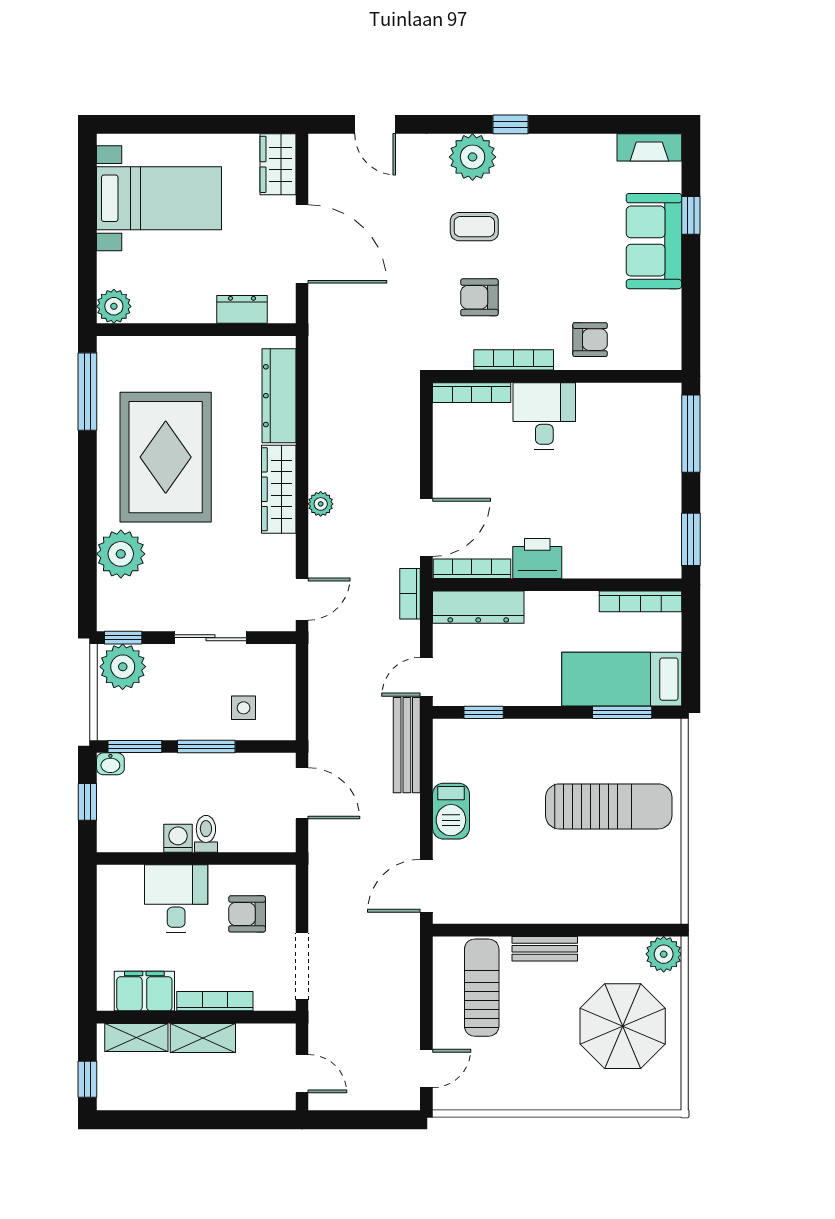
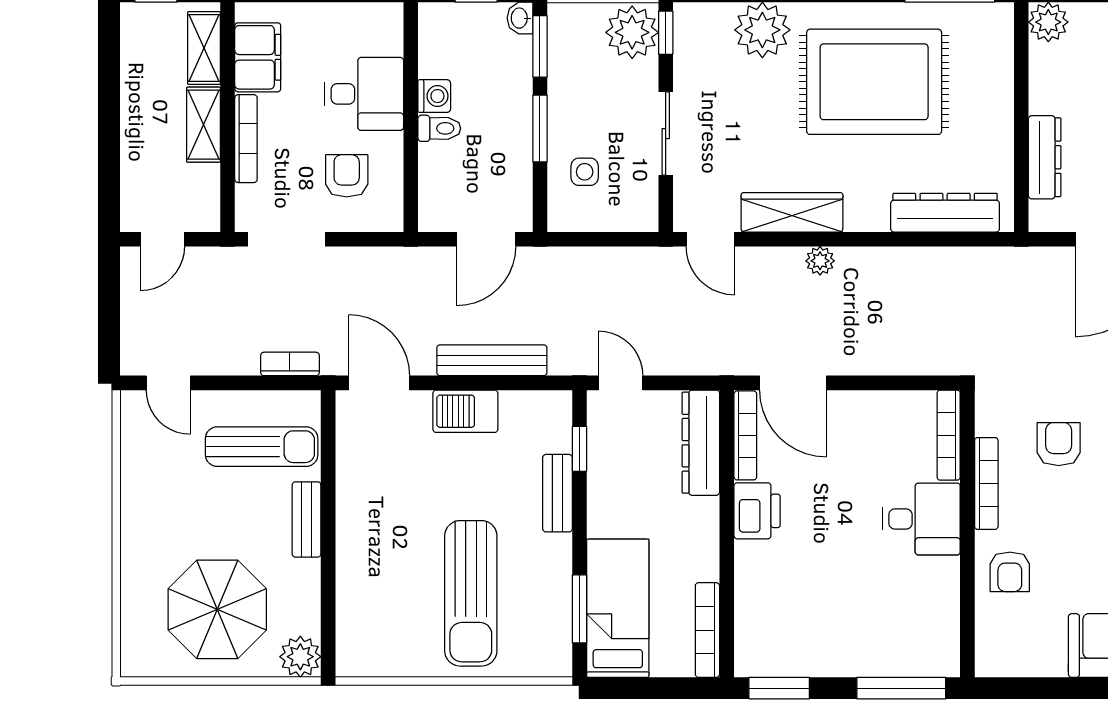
dresser: (242, 309) -> (1045, 157), width x1.44
wardrobe: (279, 489) -> (792, 212), moved
bookcase: (410, 594) -> (290, 364), moved
bench: (522, 731) -> (558, 493), added
bench: (407, 745) -> (492, 360), moved

